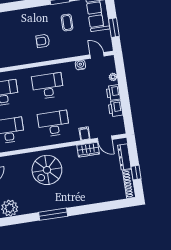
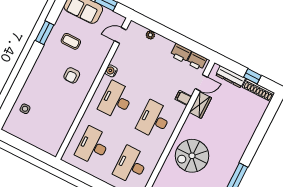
water cooler: (80, 65) -> (111, 71), moved
printer: (113, 93) -> (197, 61), moved
spiral stairs: (47, 170) -> (192, 156), turned 90

